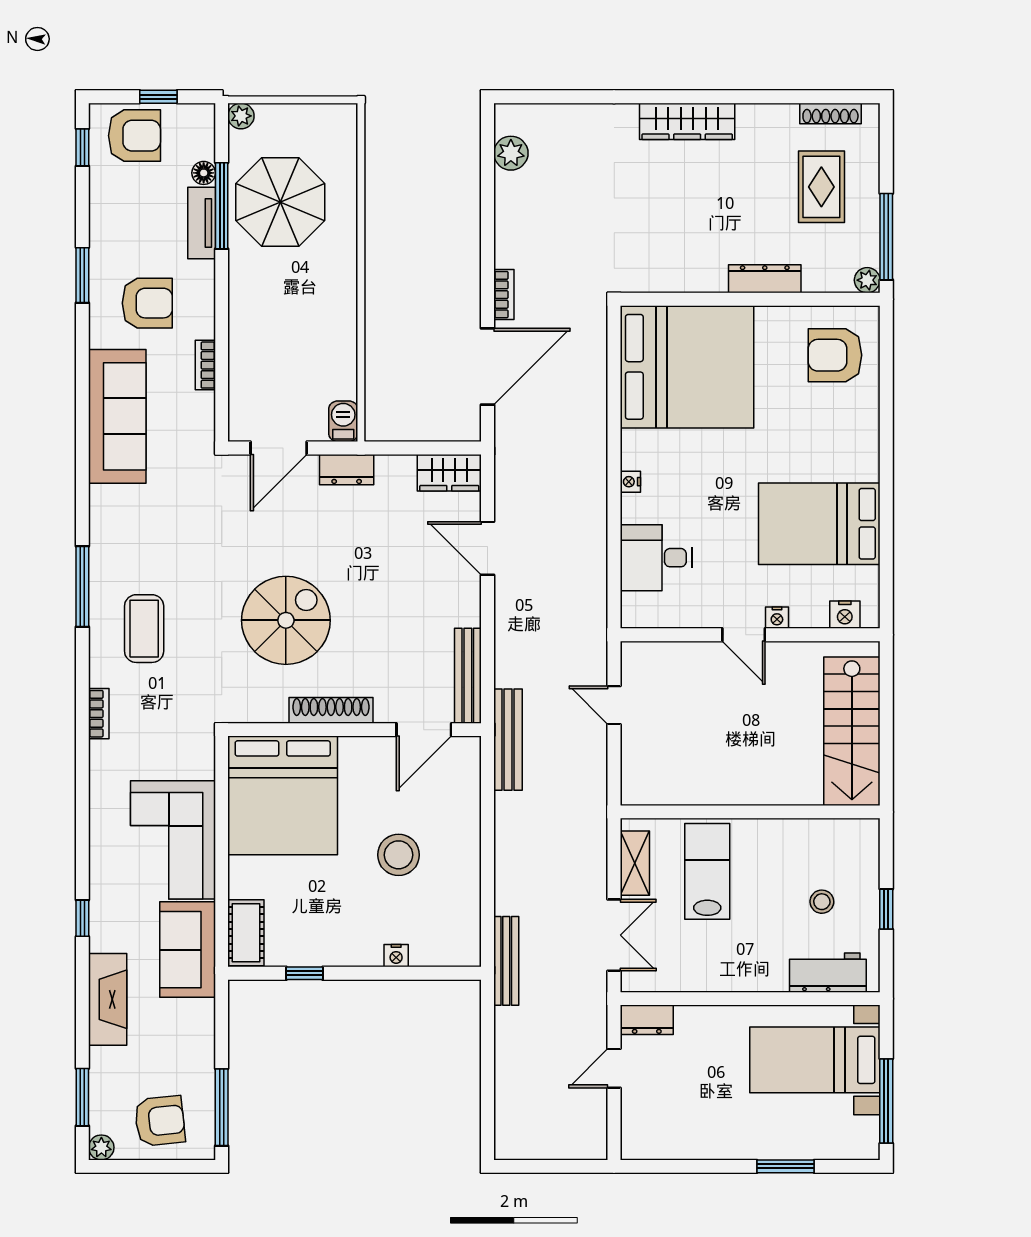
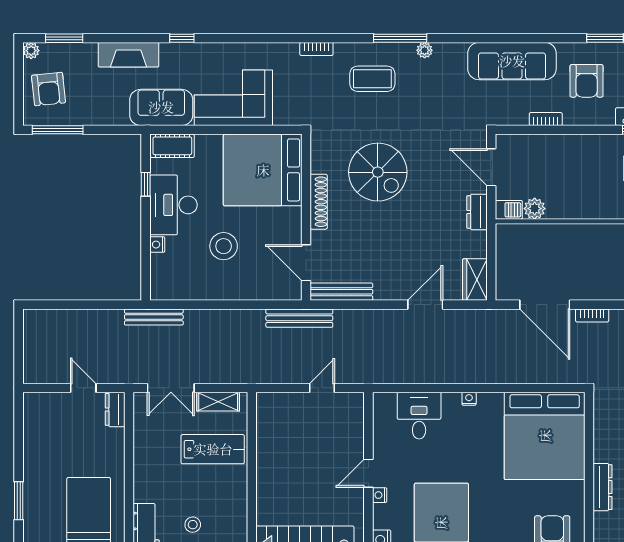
plant: (341, 382) -> (535, 209), added
plant: (101, 549) -> (425, 50), added
desk: (336, 931) -> (173, 205), added

